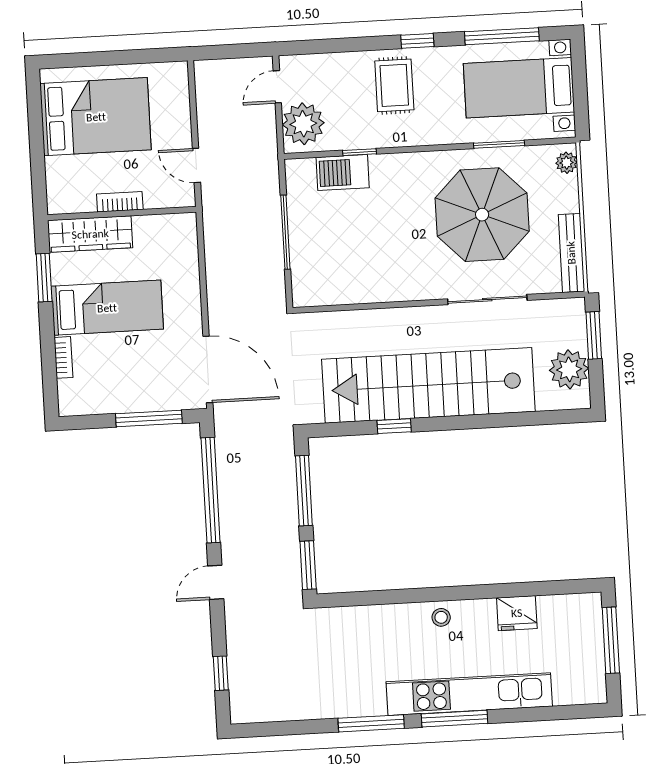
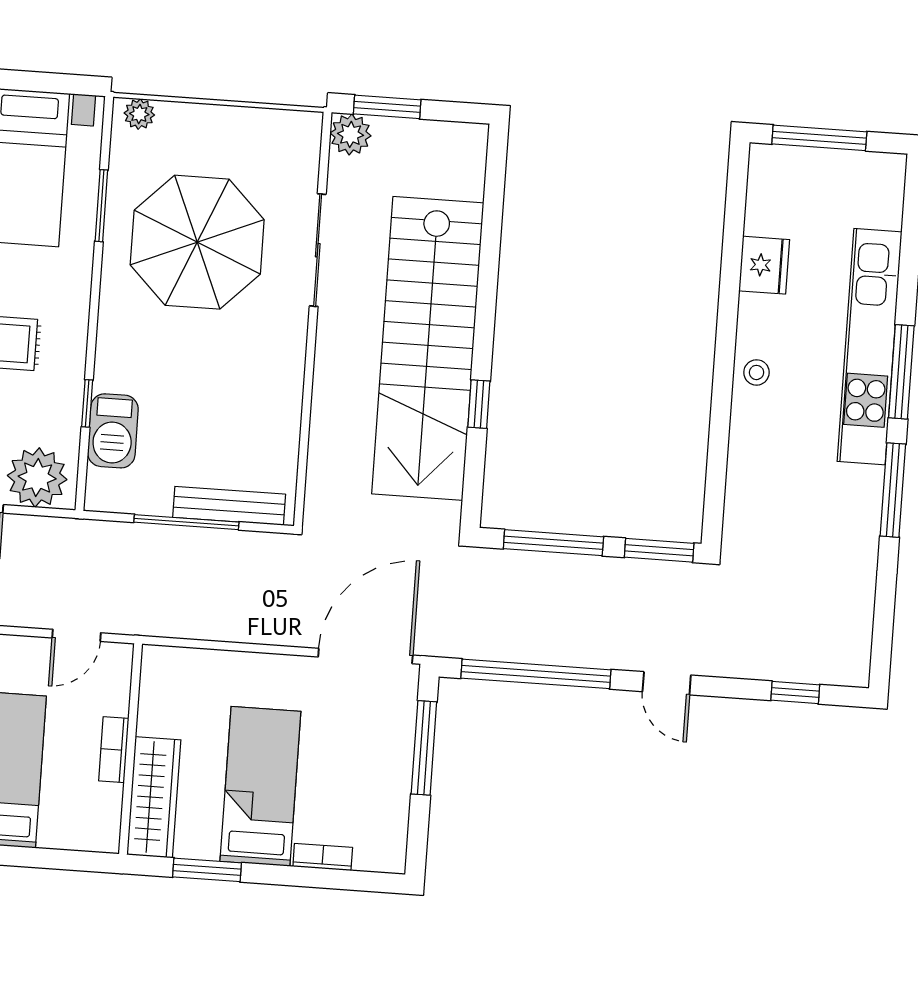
bench: (571, 253) -> (229, 506), moved
plant: (569, 369) -> (351, 134), moved, width x0.73, depth x0.73

